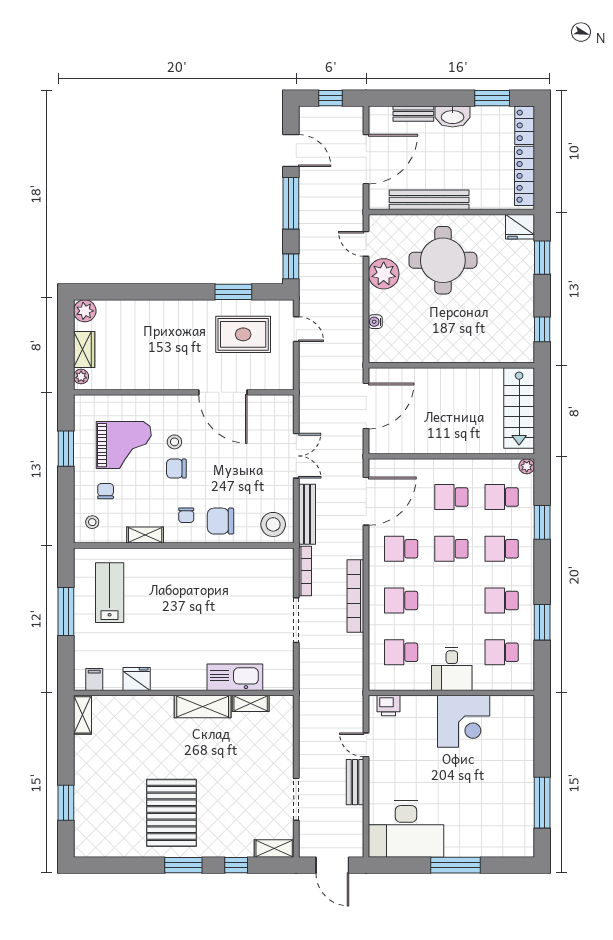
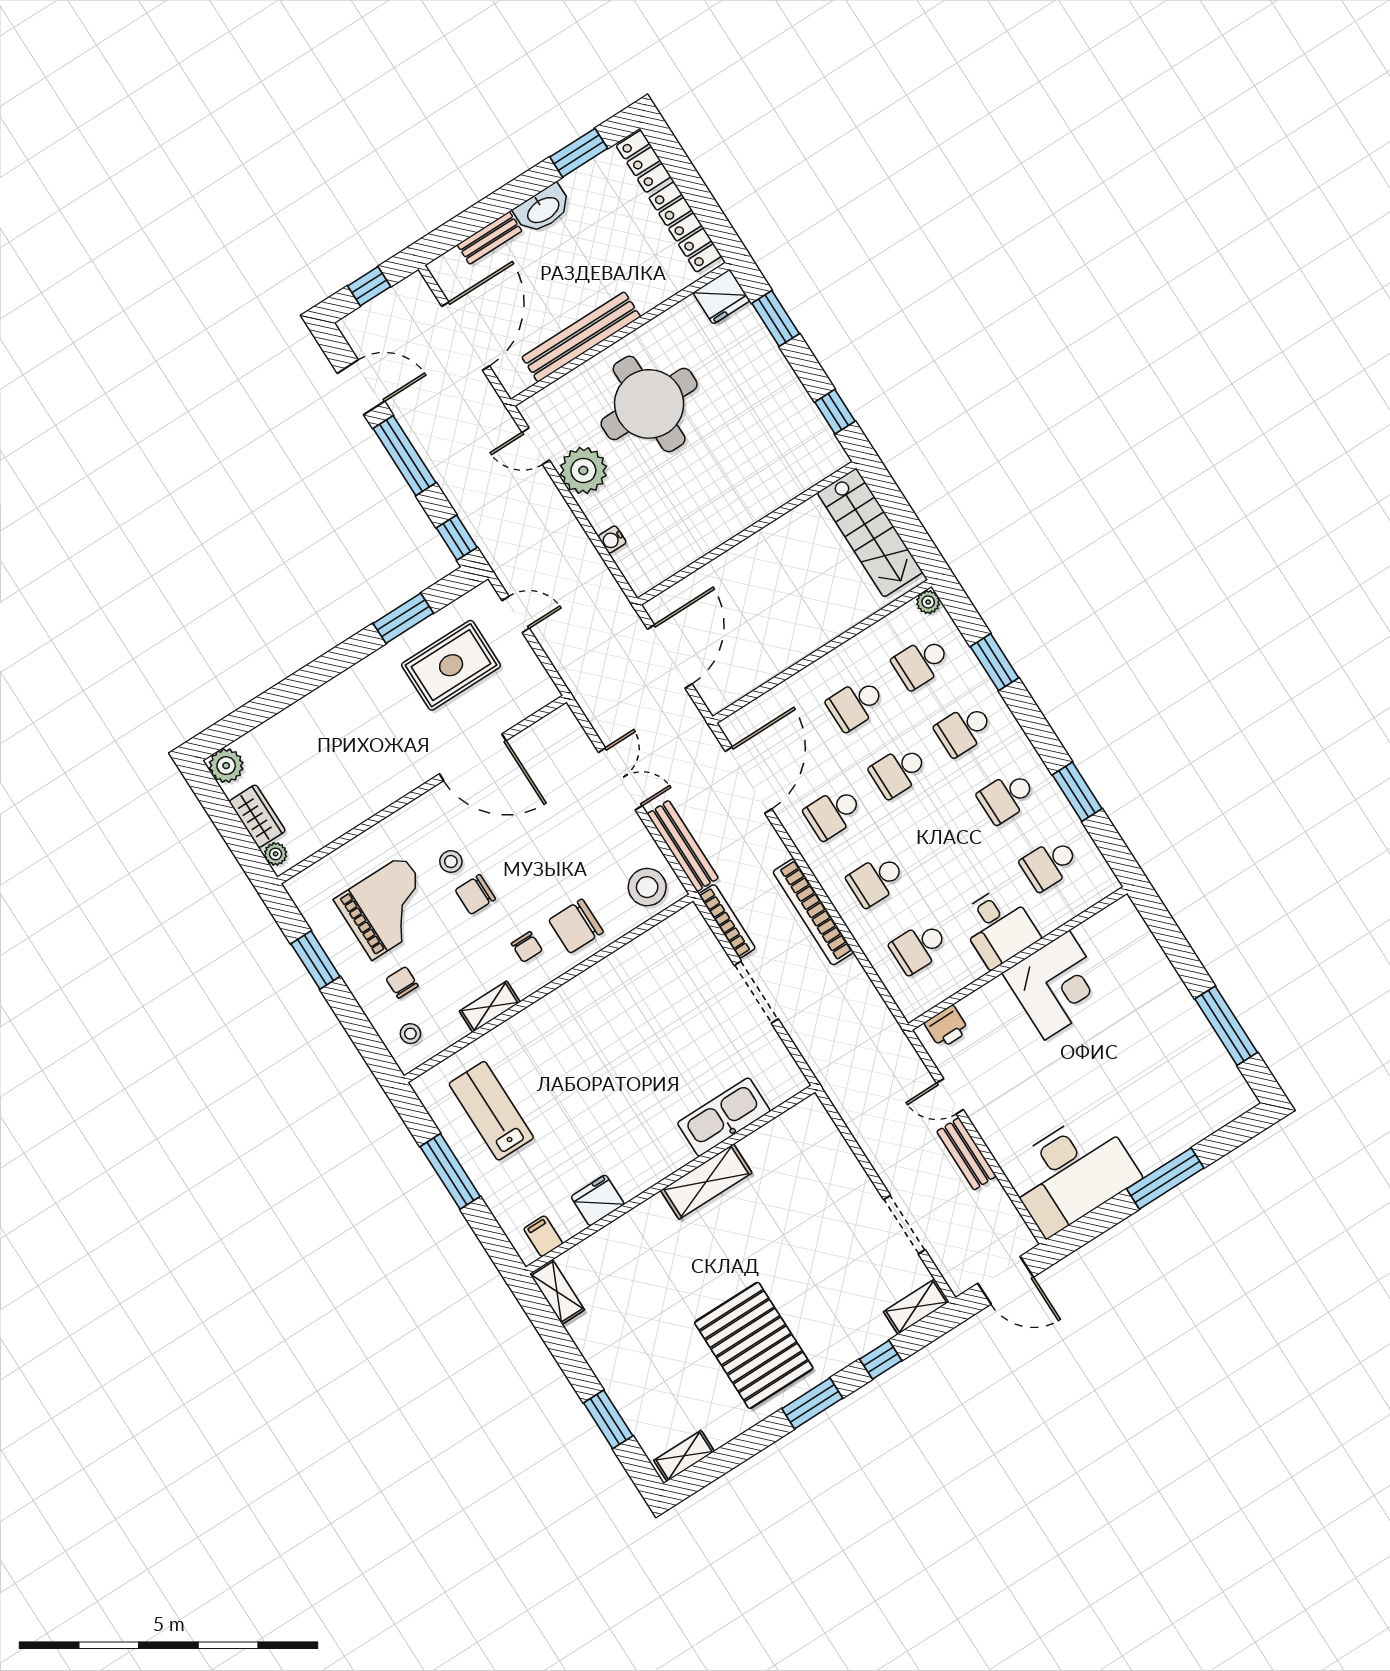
shelving: (251, 703) -> (684, 1456), moved

